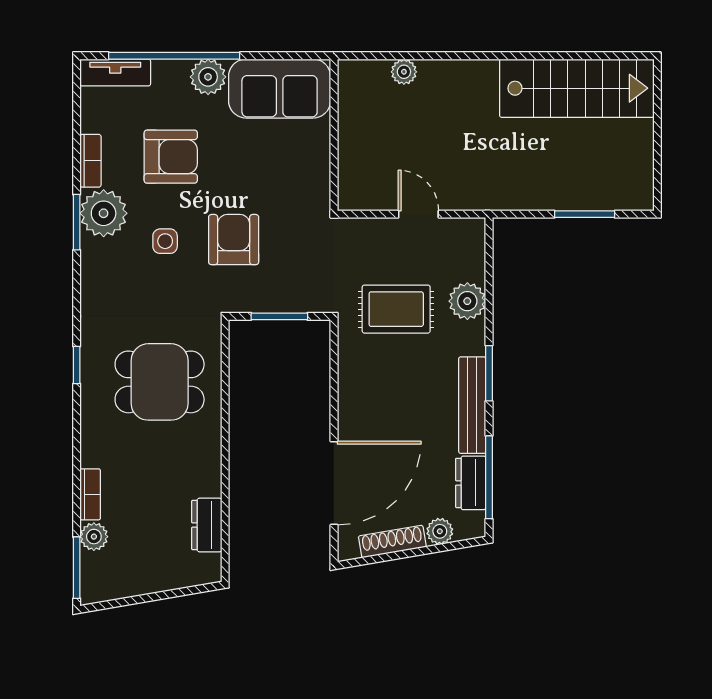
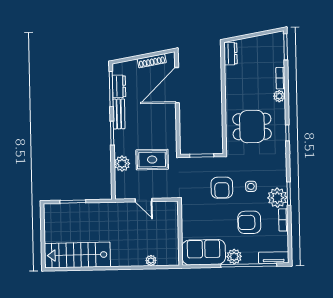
bench: (472, 405) -> (119, 114), width x0.73
dresser: (207, 525) -> (230, 54), moved
plant: (440, 531) -> (132, 66), removed
plant: (94, 537) -> (279, 96), moved

